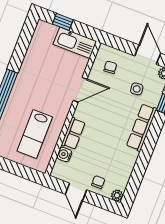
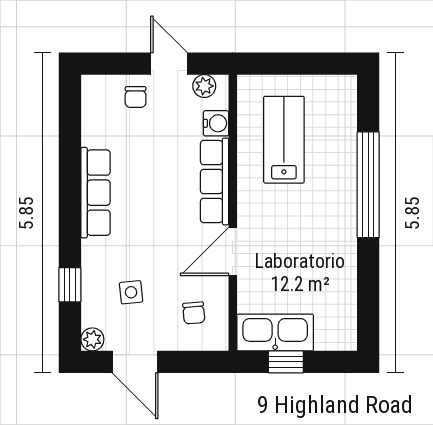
window: (63, 22) -> (286, 362), moved
row of seats: (142, 127) -> (95, 193), moved
row of seats: (73, 134) -> (215, 181), width x1.48
plant: (117, 195) -> (204, 86), moved

